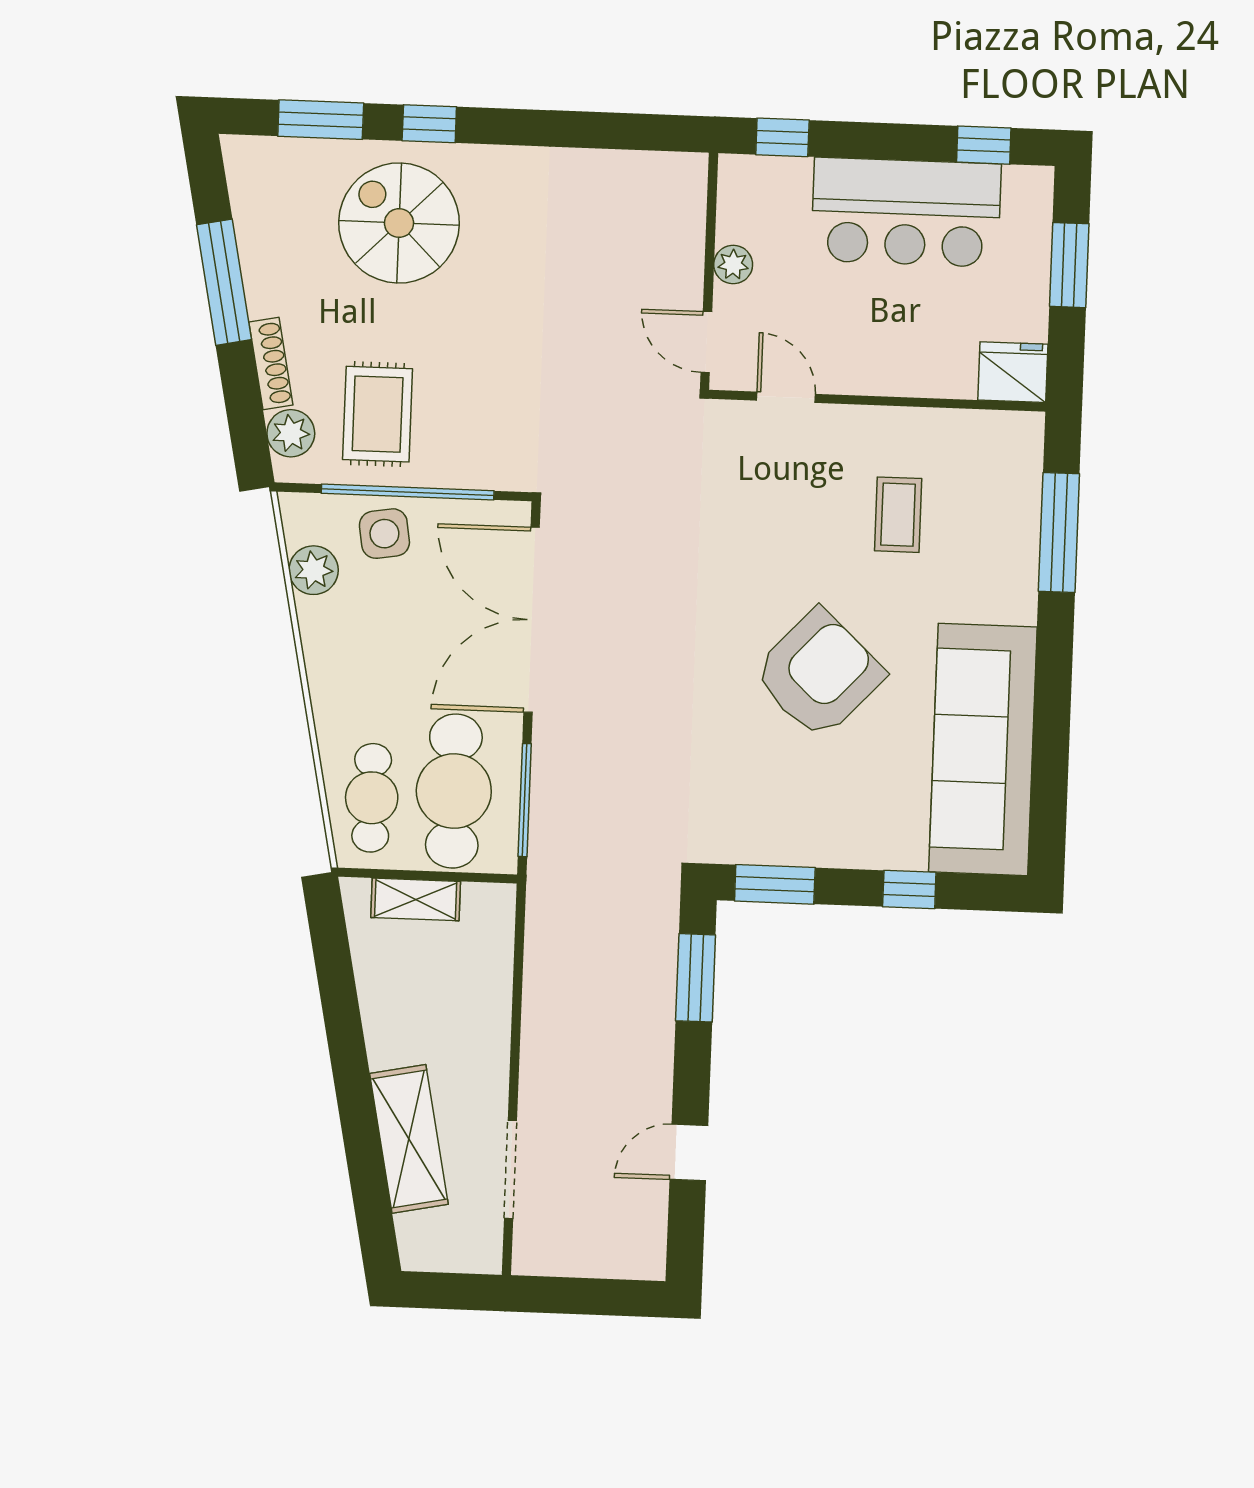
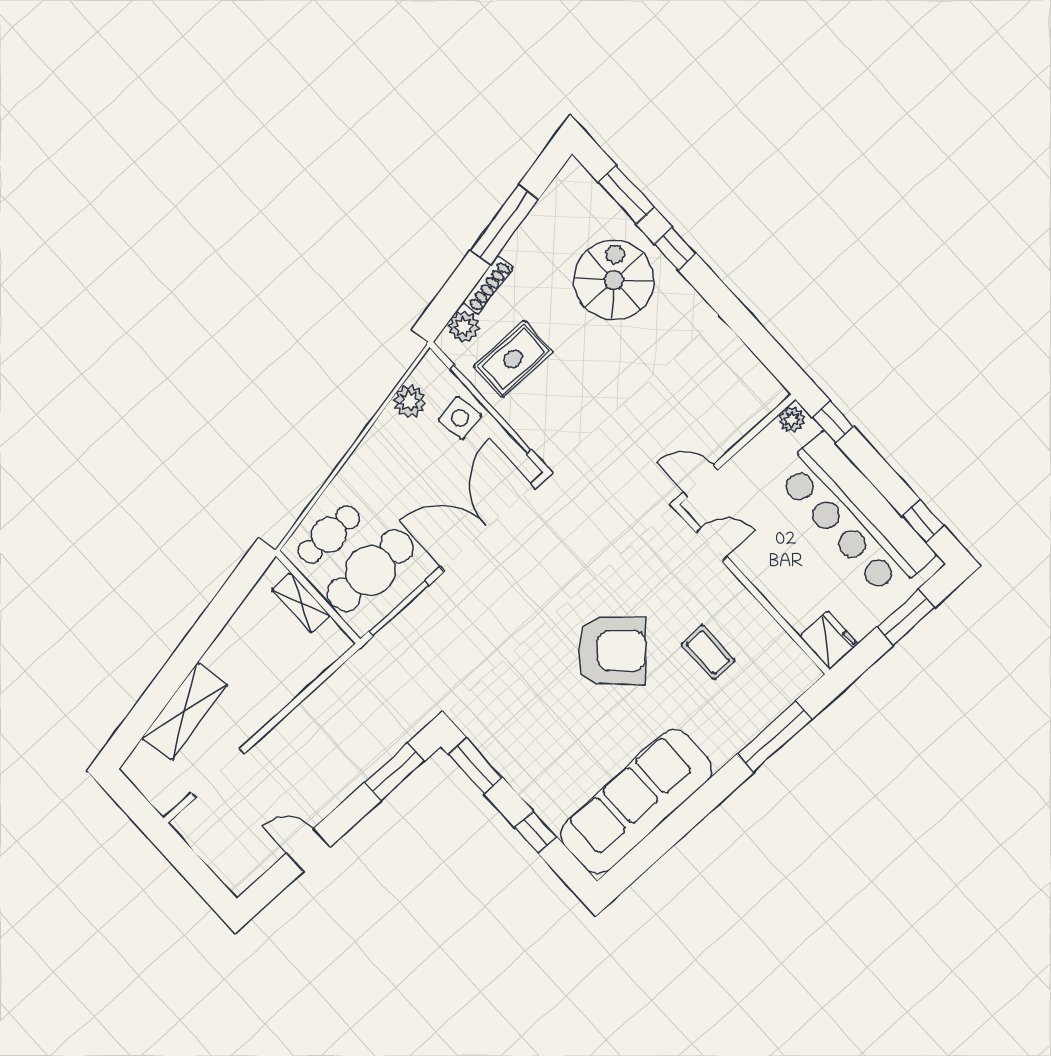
bar counter: (906, 212) -> (855, 515), width x1.36
plant: (733, 265) -> (792, 419), moved
door: (706, 342) -> (700, 481), hinge flipped
door: (786, 397) -> (711, 545), hinge flipped
coffee table: (898, 515) -> (708, 652), turned 90
armchair: (819, 674) -> (612, 651), moved

